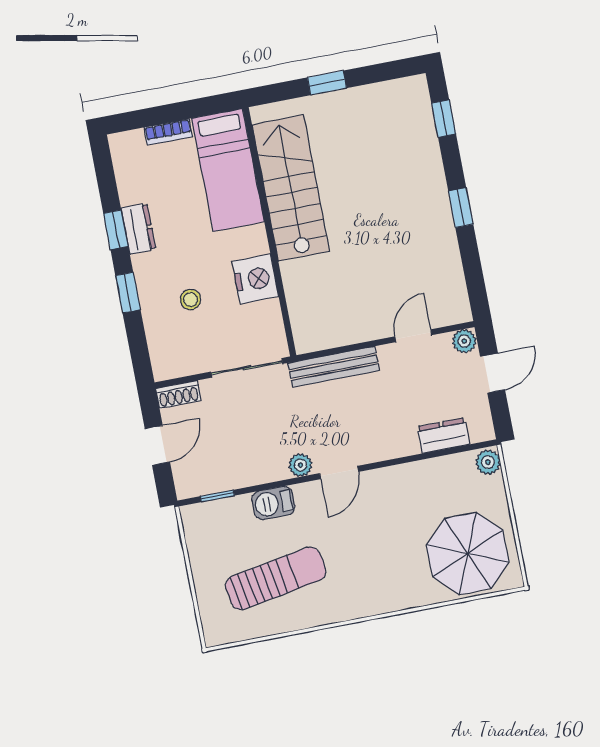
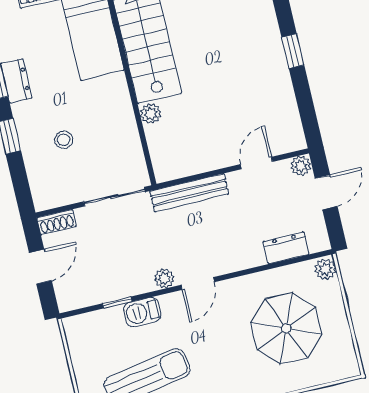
plant: (293, 273) -> (151, 114), added
nightstand: (255, 279) -> (119, 120), removed
window: (217, 496) -> (117, 302), moved
parasol: (468, 554) -> (286, 328), moved

